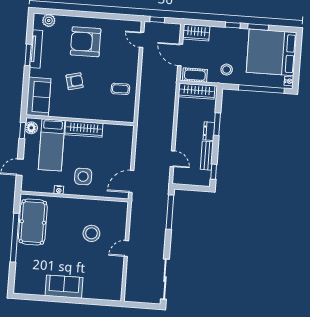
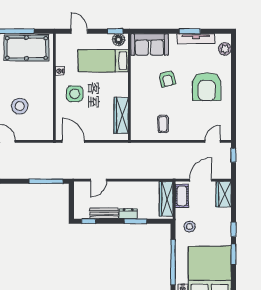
armchair: (86, 42) -> (207, 87), turned 180
wardrobe: (84, 129) -> (121, 115), moved

